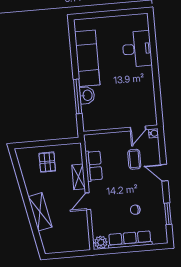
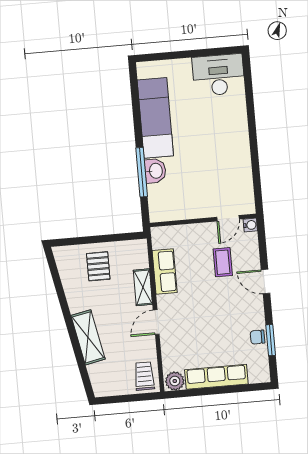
desk: (137, 49) -> (219, 75), moved, turned -90
chair: (135, 210) -> (258, 337), moved
trolley: (79, 239) -> (144, 376), added

